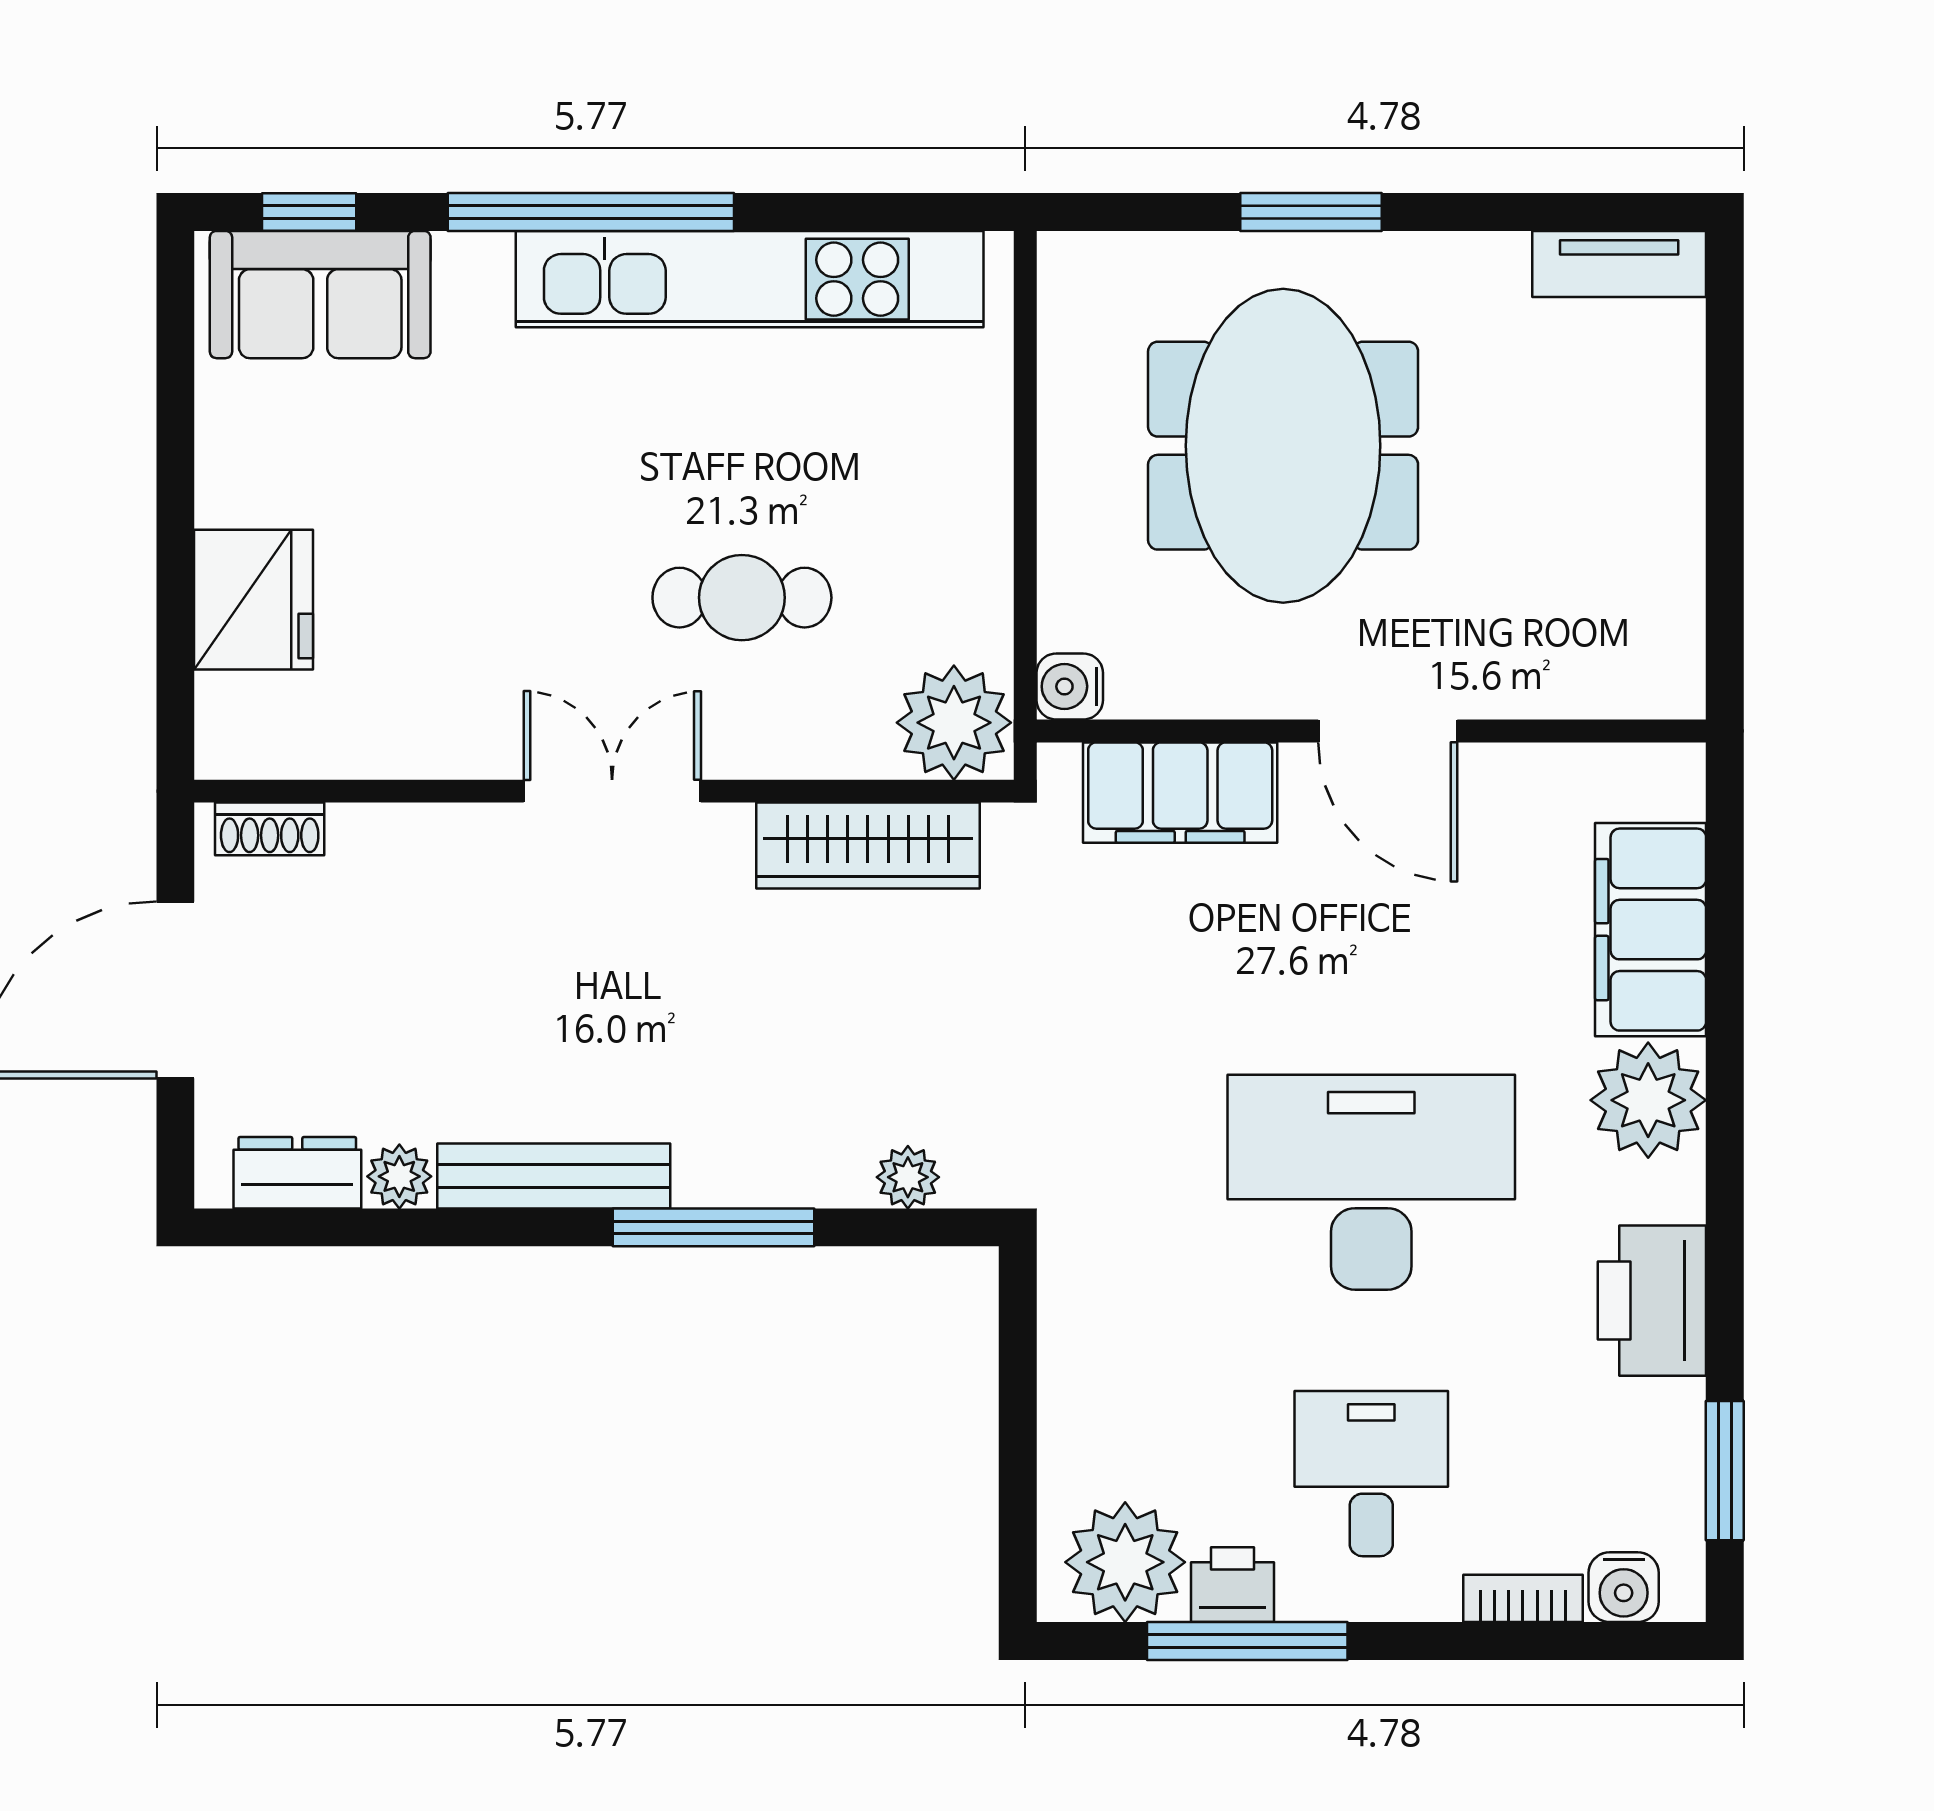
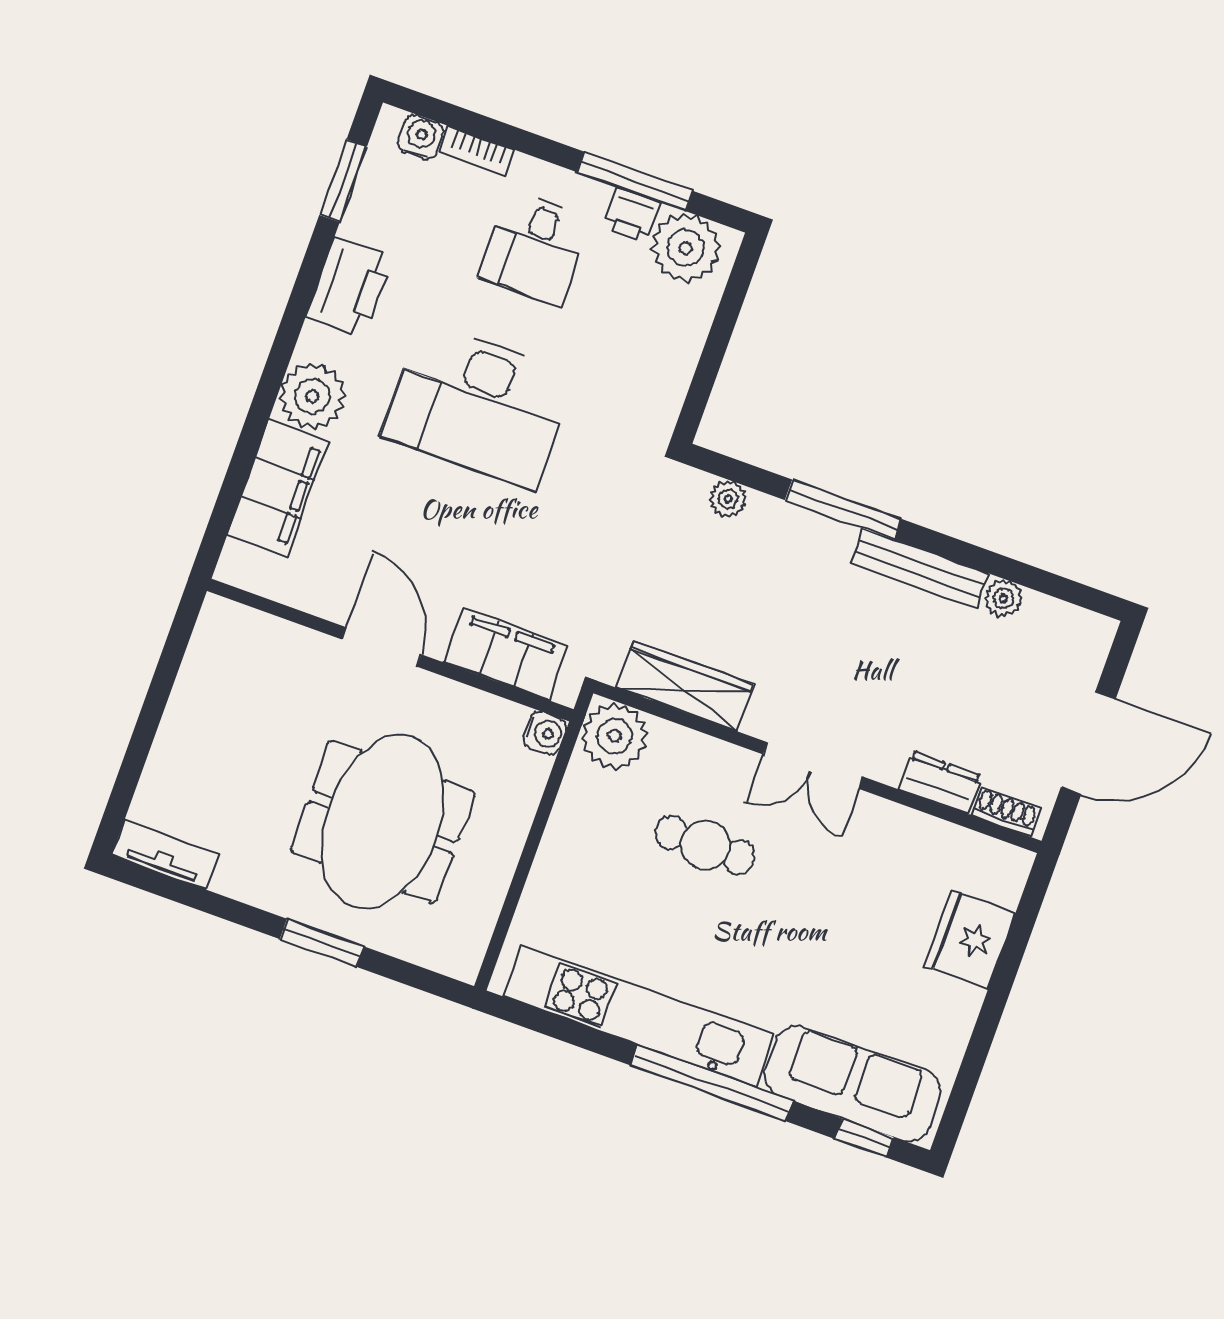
sofa: (320, 295) -> (853, 1083), width x1.36
dresser: (297, 1173) -> (940, 782), moved, turned 180

